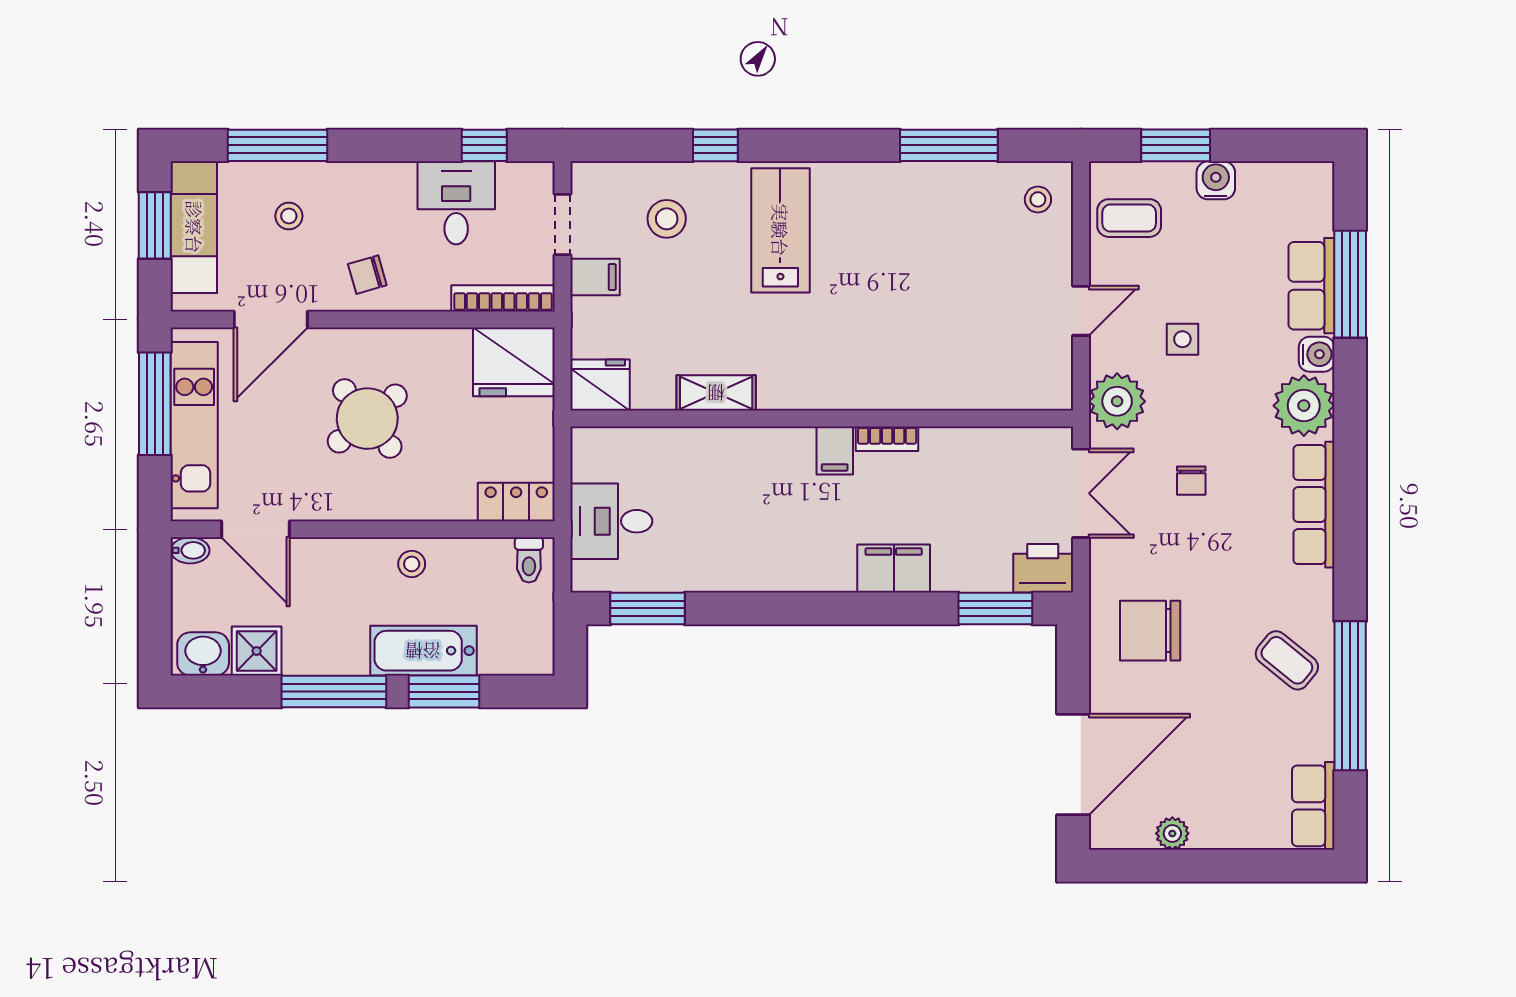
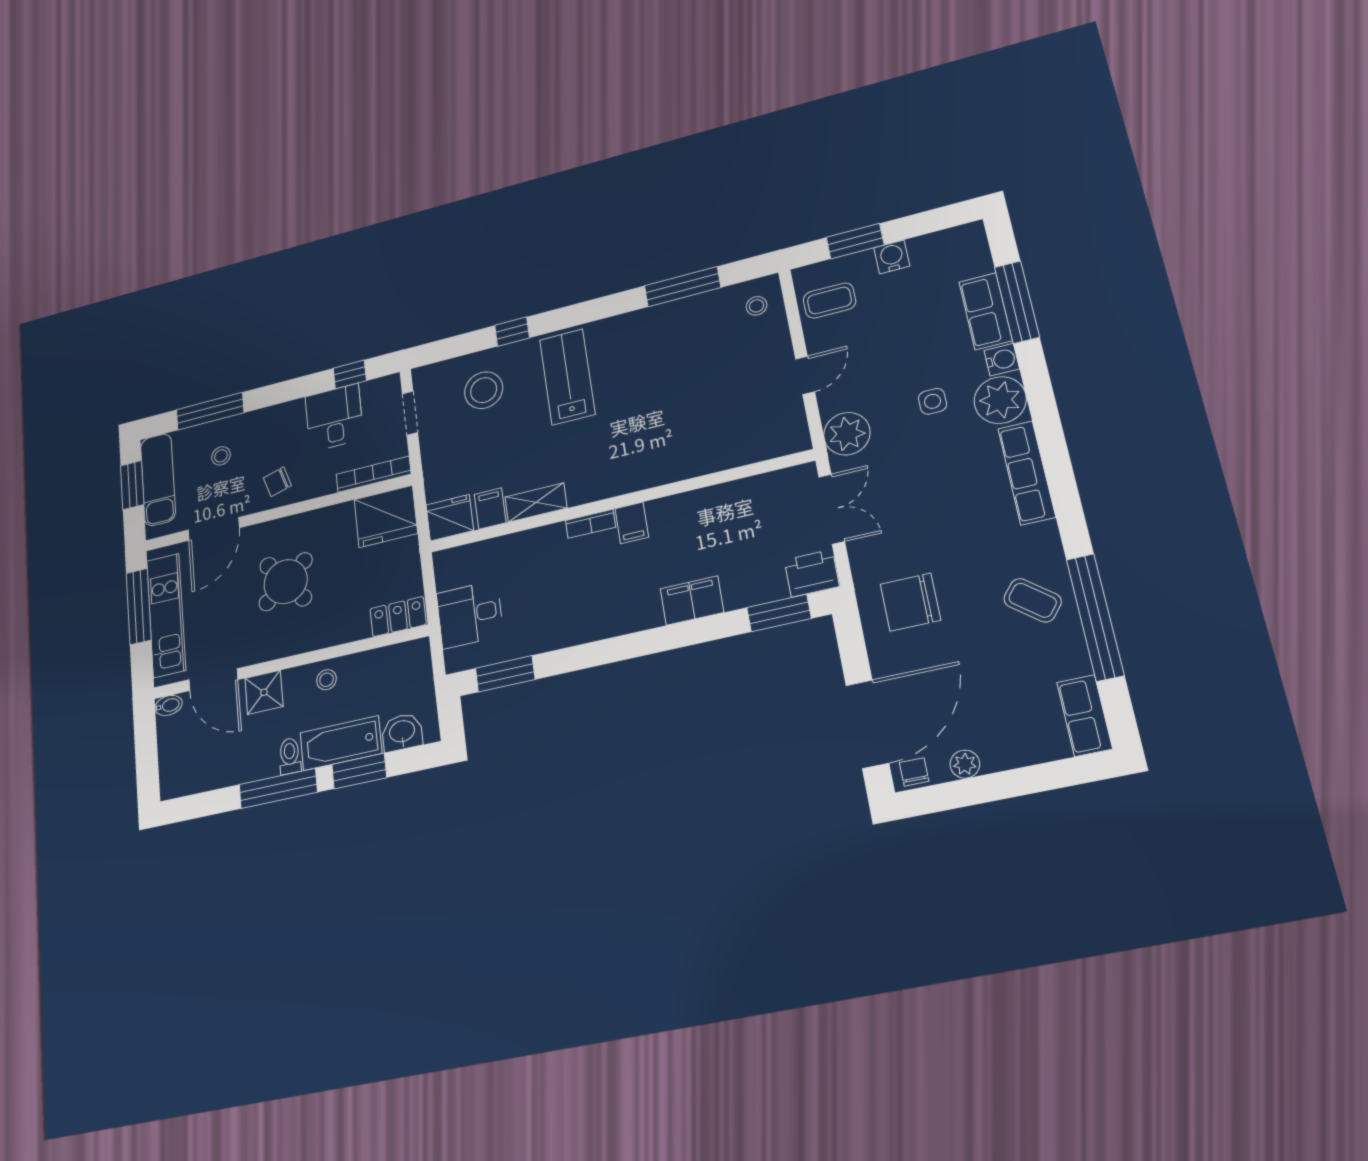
stool: (667, 219) -> (484, 390), width x1.38, depth x1.38
filing cabinet: (595, 277) -> (490, 509), moved, turned -90
side table: (1182, 339) -> (933, 401), moved
bookcase: (887, 439) -> (590, 524), moved
chair: (1191, 481) -> (914, 772), moved, turned 180
toilet: (529, 560) -> (290, 756), moved, turned 180
shower: (257, 651) -> (264, 692), moved
washbasin: (203, 654) -> (402, 732), moved

